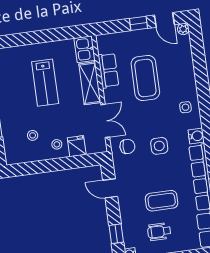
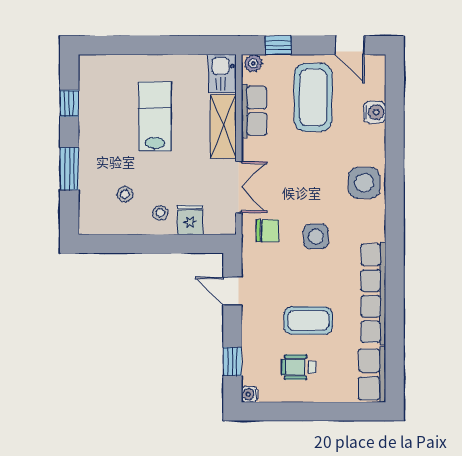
window: (139, 23) -> (278, 45), moved
plant: (183, 29) -> (253, 63), moved
coffee table: (145, 78) -> (313, 97), moved
lab bench: (45, 83) -> (155, 116), turned 180
side table: (185, 107) -> (364, 183), width x1.87, depth x1.87
water cooler: (196, 136) -> (374, 112), moved

